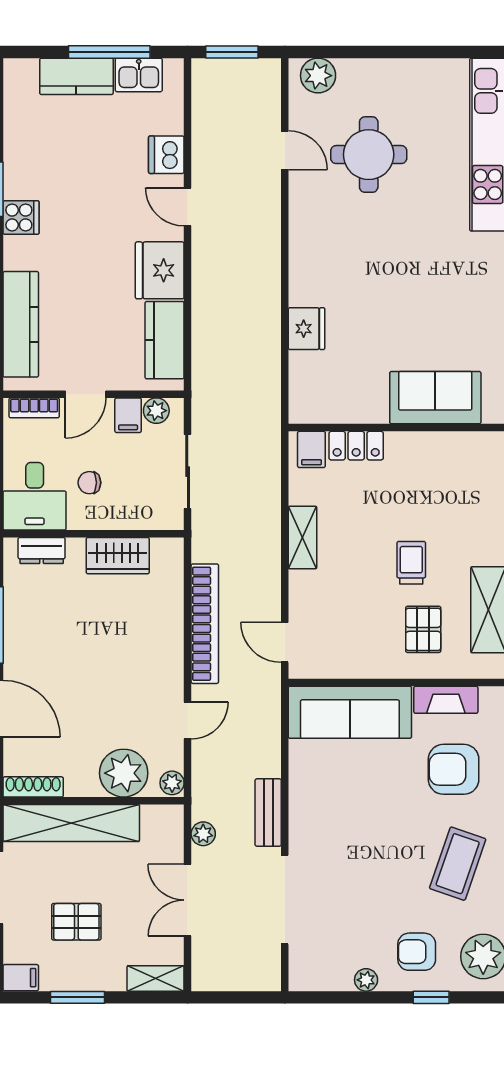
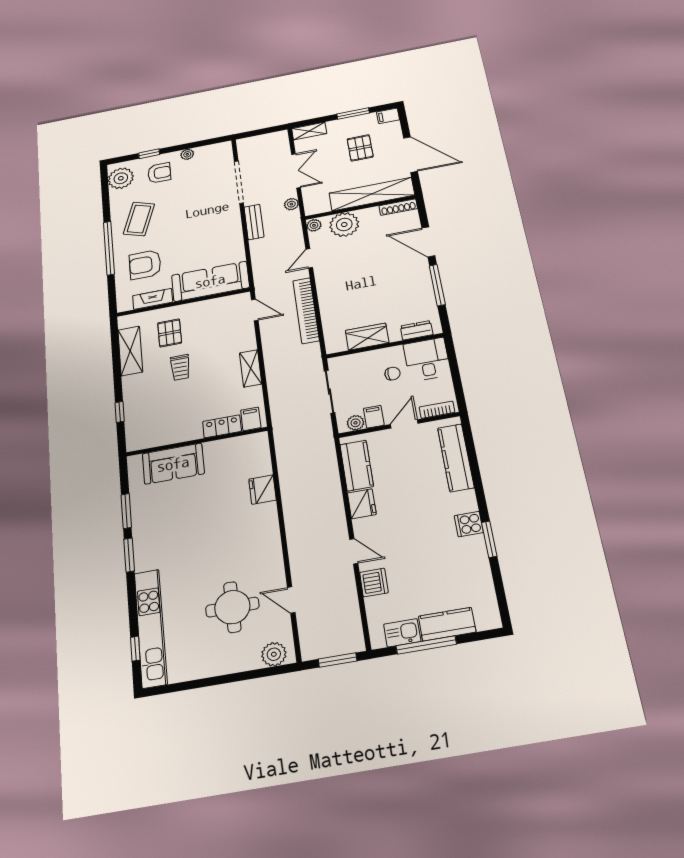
fridge: (160, 270) -> (362, 504), width x0.73, depth x0.75
armchair: (454, 769) -> (145, 265), turned 180
pallet: (76, 922) -> (360, 148), turned 90

